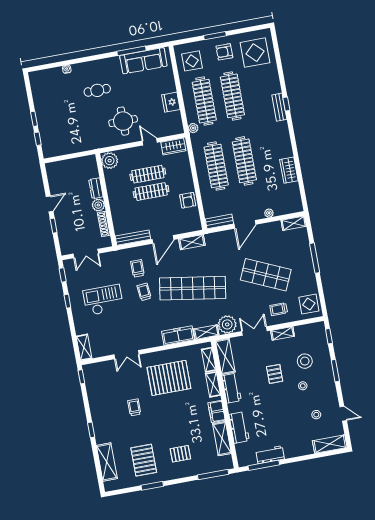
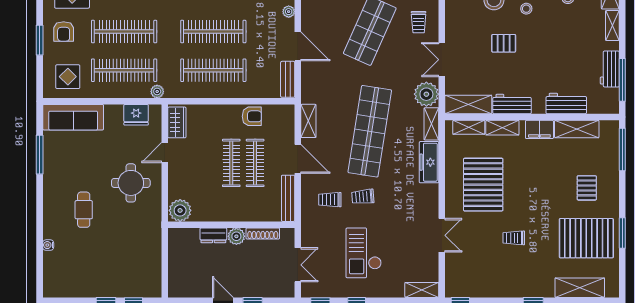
sofa: (143, 61) -> (73, 117), moved, turned 90
fridge: (171, 102) -> (136, 115), moved
clothes rail: (148, 174) -> (255, 163), moved
shelving: (283, 333) -> (612, 26), moved
pallet: (144, 460) -> (586, 238), width x1.37, depth x1.41

